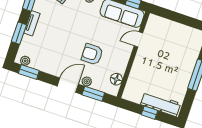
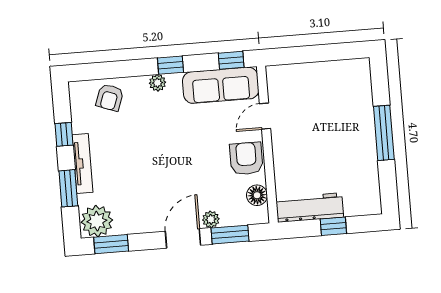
tv unit: (32, 23) -> (82, 163), width x1.41
armchair: (92, 54) -> (246, 158), moved, turned 90
plant: (25, 61) -> (97, 221), width x1.88, depth x1.88
workbench: (161, 104) -> (310, 208), moved

